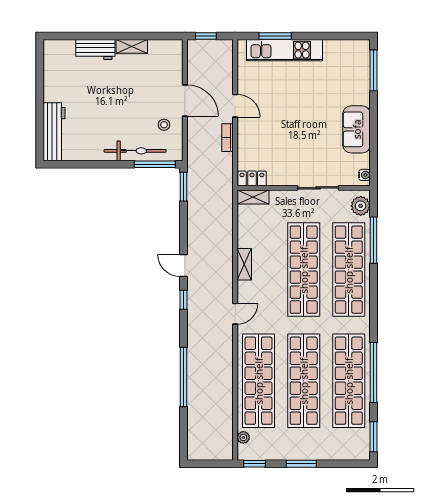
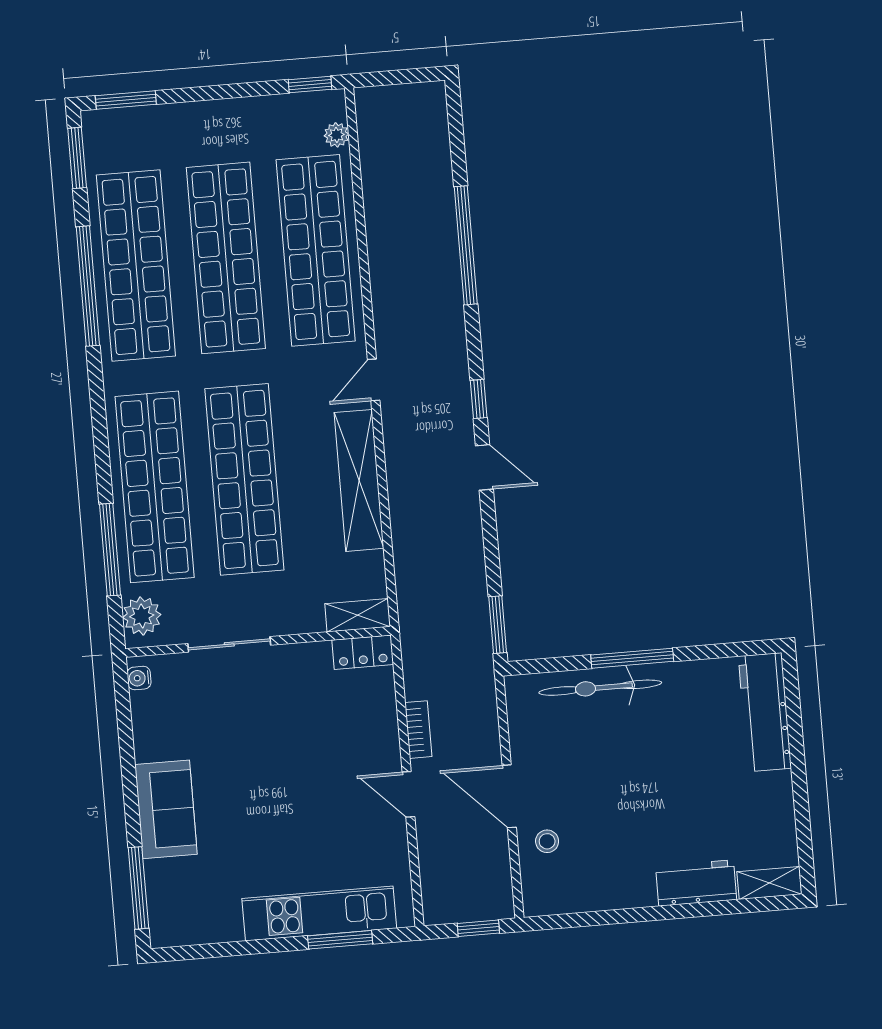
shelving: (132, 46) -> (769, 883), moved
stool: (164, 125) -> (547, 841), moved
sofa: (357, 129) -> (166, 809), moved
window: (155, 164) -> (632, 658), moved
shelving: (244, 264) -> (359, 480), width x2.20, depth x1.33
window: (301, 464) -> (126, 100), moved

